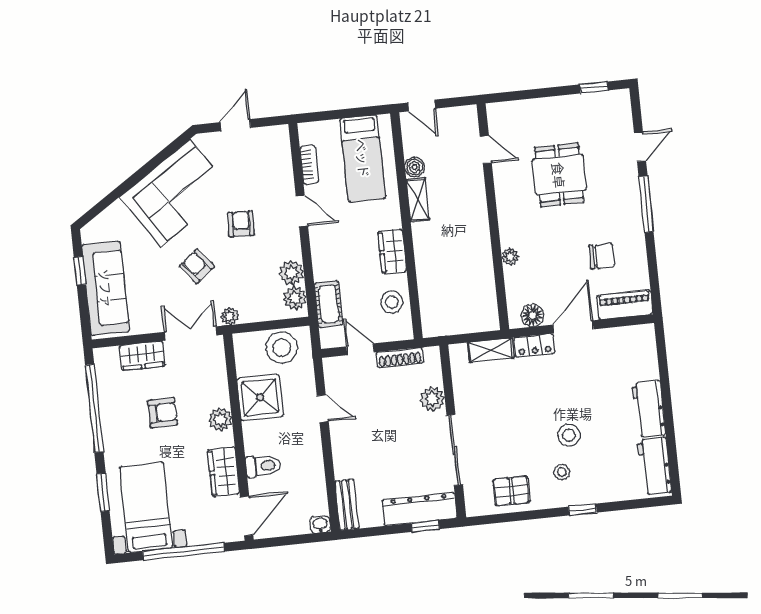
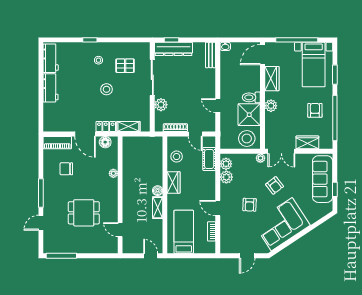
window: (594, 87) -> (61, 256), width x2.17
boiler: (415, 167) -> (158, 191), moved
dining table: (559, 175) -> (84, 213), turned 90
door: (573, 327) -> (85, 134), hinge flipped
stool: (282, 348) -> (247, 138), moved
armchair: (163, 413) -> (315, 110), moved, turned 91
stool: (569, 435) -> (107, 89), moved
toilet: (263, 466) -> (251, 97), moved
pallet: (511, 491) -> (125, 66), moved

